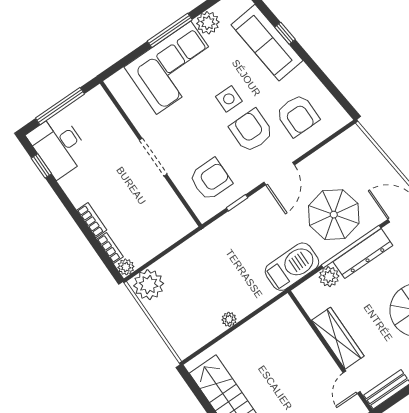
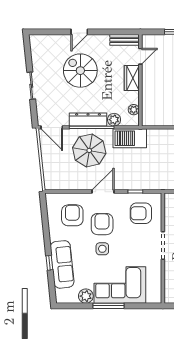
armchair: (251, 131) -> (102, 224), turned 180
plant: (313, 307) -> (134, 110), added
wardrobe: (338, 338) -> (132, 78), width x0.67

